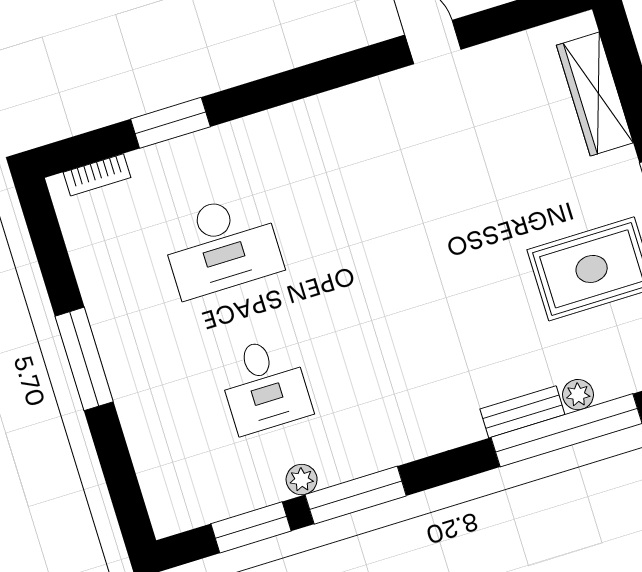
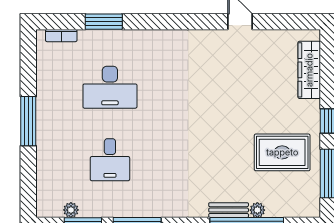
plant: (302, 480) -> (71, 210), moved

